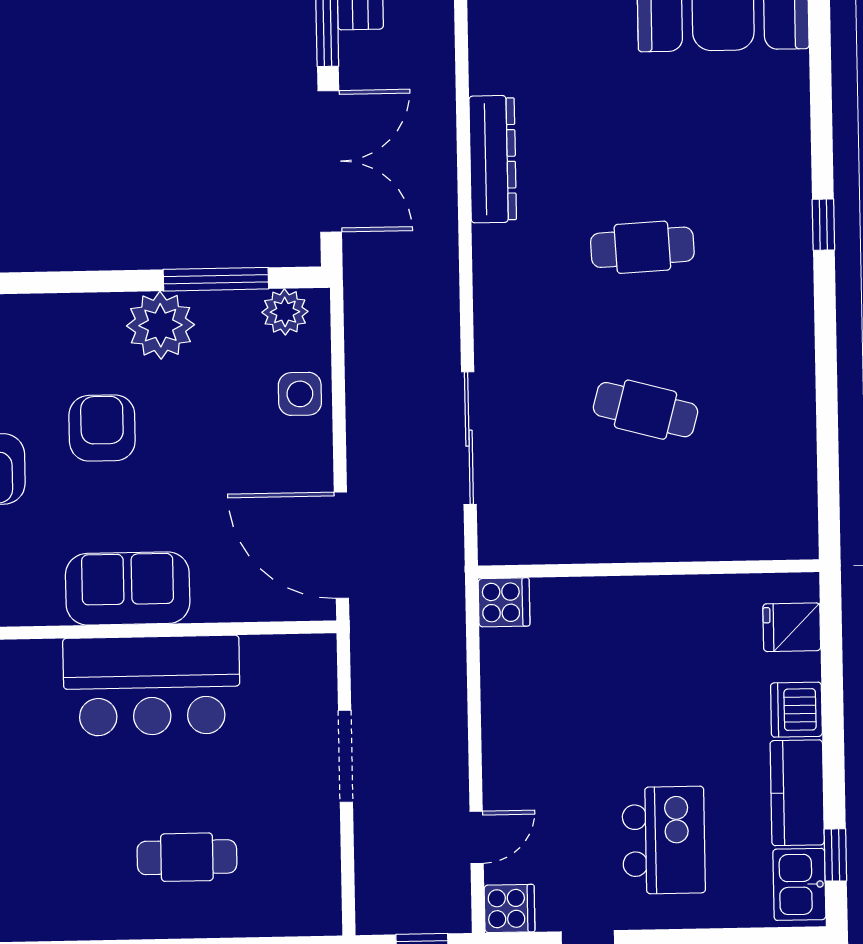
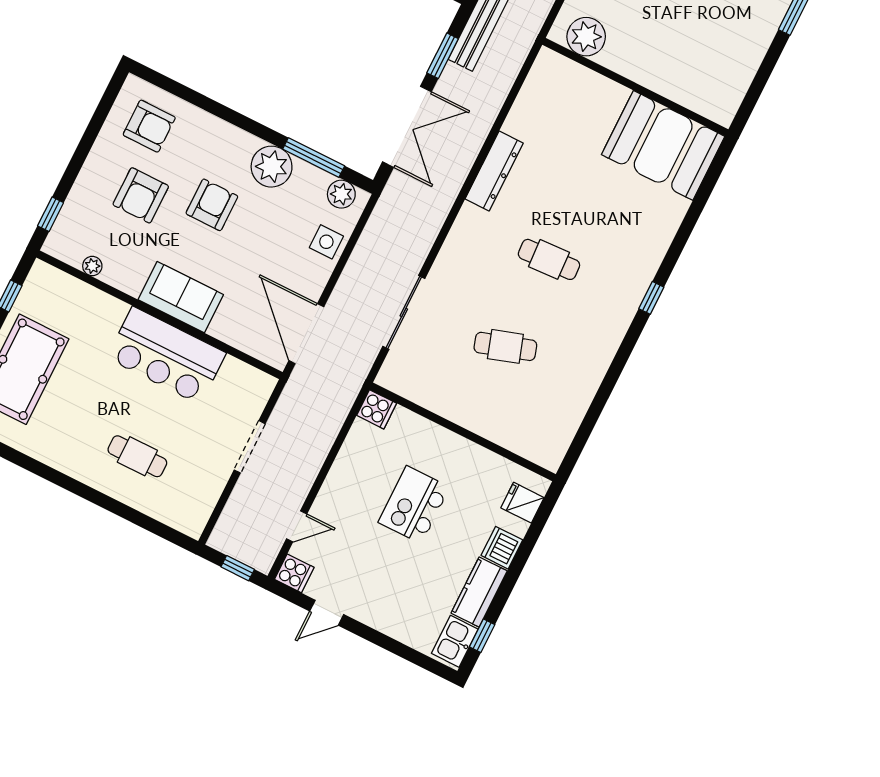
cafe table: (645, 410) -> (505, 346), turned -33
kitchen island: (664, 840) -> (414, 505), moved, turned 180

